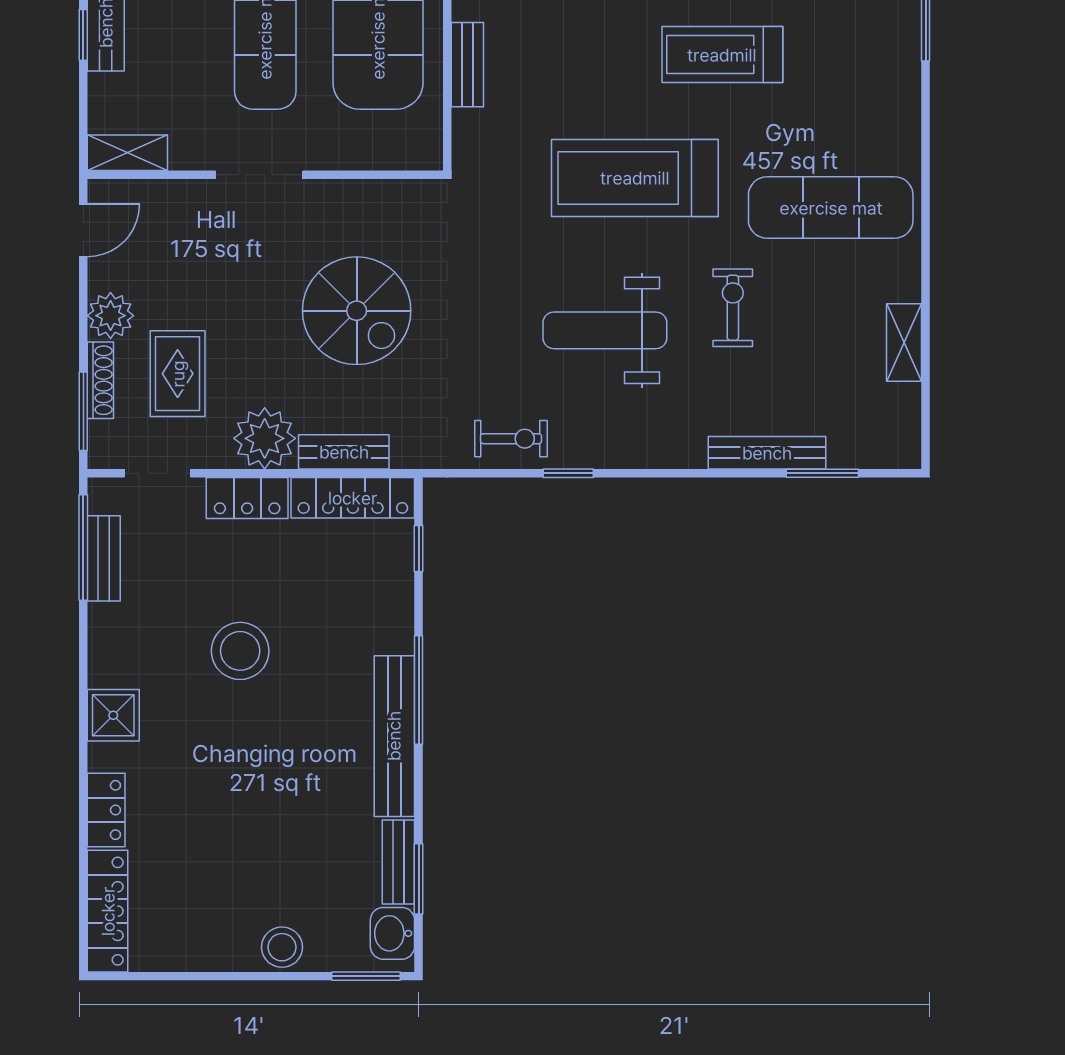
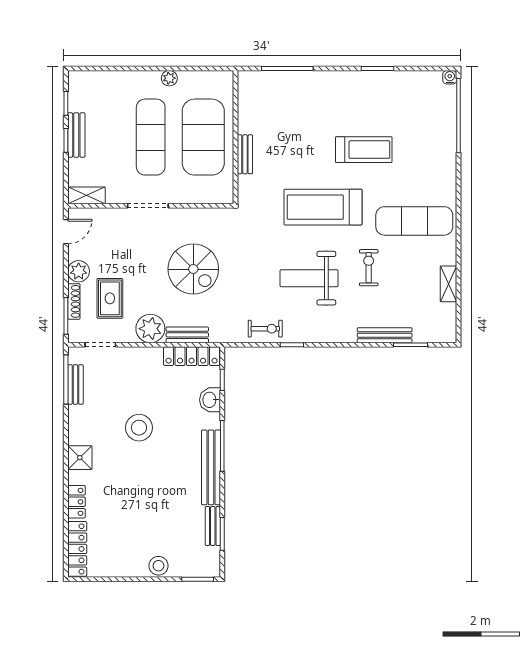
treadmill: (722, 55) -> (364, 150), turned 180
locker: (247, 498) -> (142, 356), removed
washbasin: (392, 933) -> (210, 400), moved

